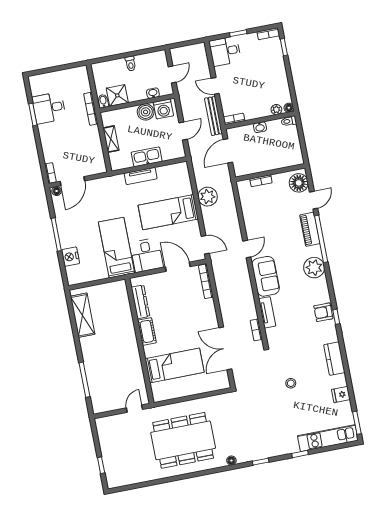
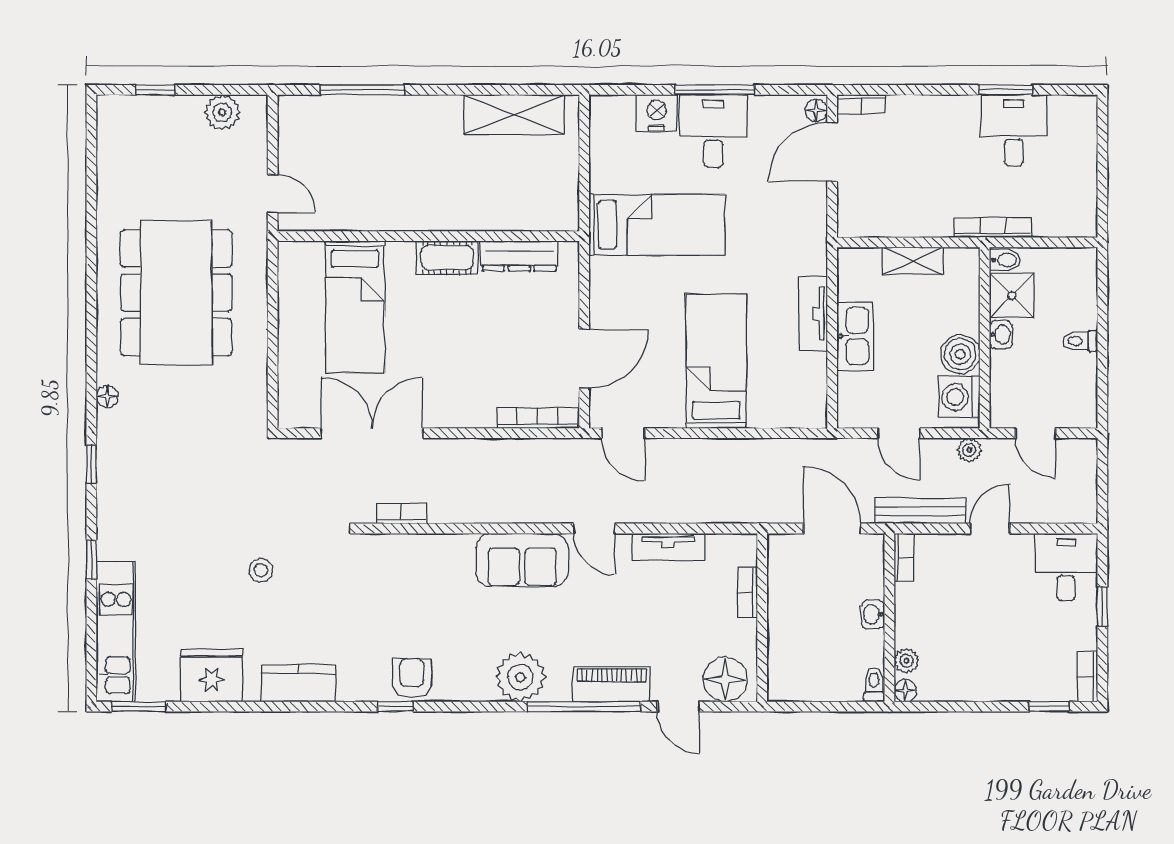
washbasin: (153, 93) -> (1001, 335), moved
door: (72, 181) -> (832, 152), hinge flipped
plant: (208, 197) -> (969, 450), moved, width x0.53, depth x0.53
door: (205, 245) -> (623, 433), hinge flipped
desk: (147, 255) -> (713, 131), moved, turned 90
tv unit: (267, 312) -> (668, 547), moved
fridge: (341, 395) -> (212, 675), width x1.88, depth x1.34
plant: (105, 436) -> (222, 112), added

